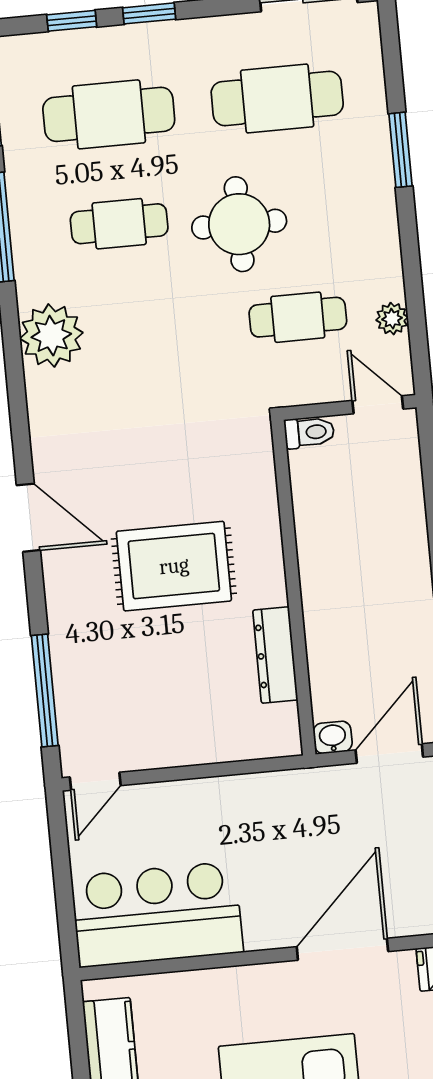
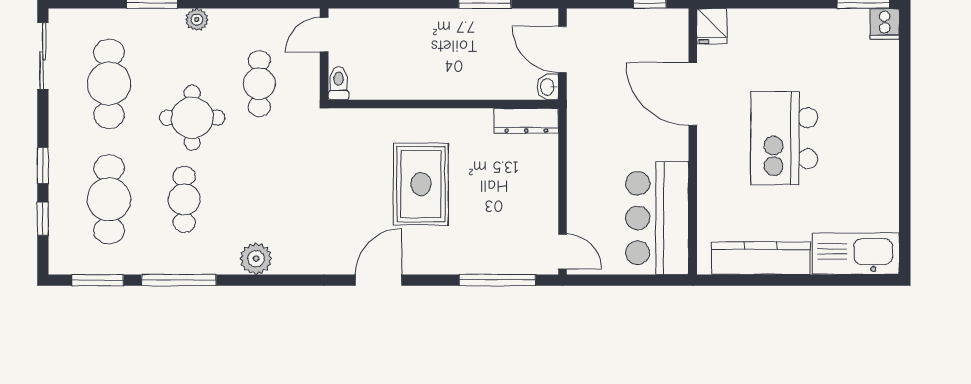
plant: (392, 319) -> (197, 20), moved
plant: (51, 336) -> (256, 259), width x0.73, depth x0.73
dresser: (275, 655) -> (526, 121), moved

